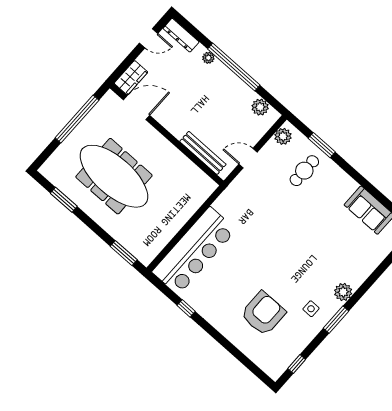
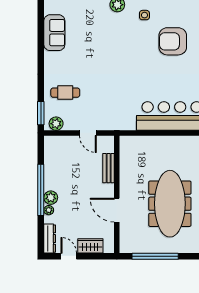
wardrobe: (131, 78) -> (90, 246), moved
plant: (260, 107) -> (51, 198), moved
door: (137, 108) -> (117, 210), moved
window: (322, 145) -> (41, 113), moved
bench: (203, 153) -> (109, 168), width x0.73

